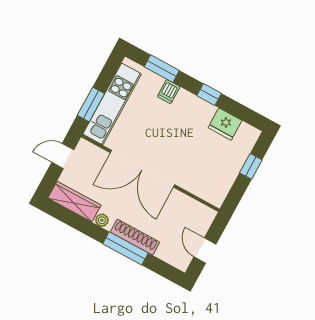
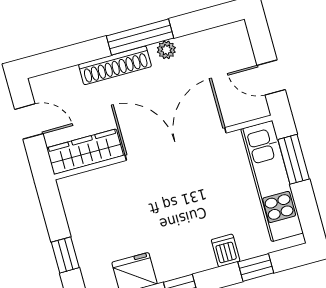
window: (162, 69) -> (256, 267), width x0.67
door: (63, 156) -> (271, 77), swing flipped
wardrobe: (74, 202) -> (85, 152), moved, turned 180
window: (125, 248) -> (140, 37), moved

